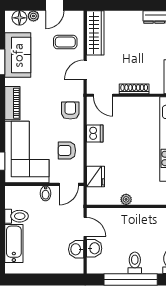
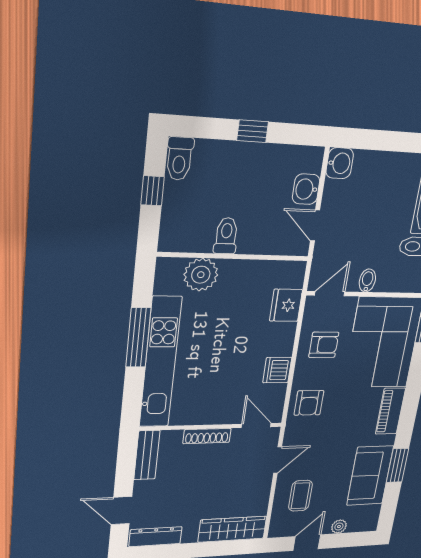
floor lamp: (19, 18) -> (358, 523), removed
wardrobe: (95, 33) -> (232, 529), moved, turned 90
coffee table: (65, 42) -> (300, 496), turned 90
plant: (126, 199) -> (201, 275), moved, width x1.87, depth x1.87
washbasin: (76, 249) -> (340, 163), moved
toilet: (135, 263) -> (226, 236), moved, turned 180
window: (131, 279) -> (252, 131), width x0.32

